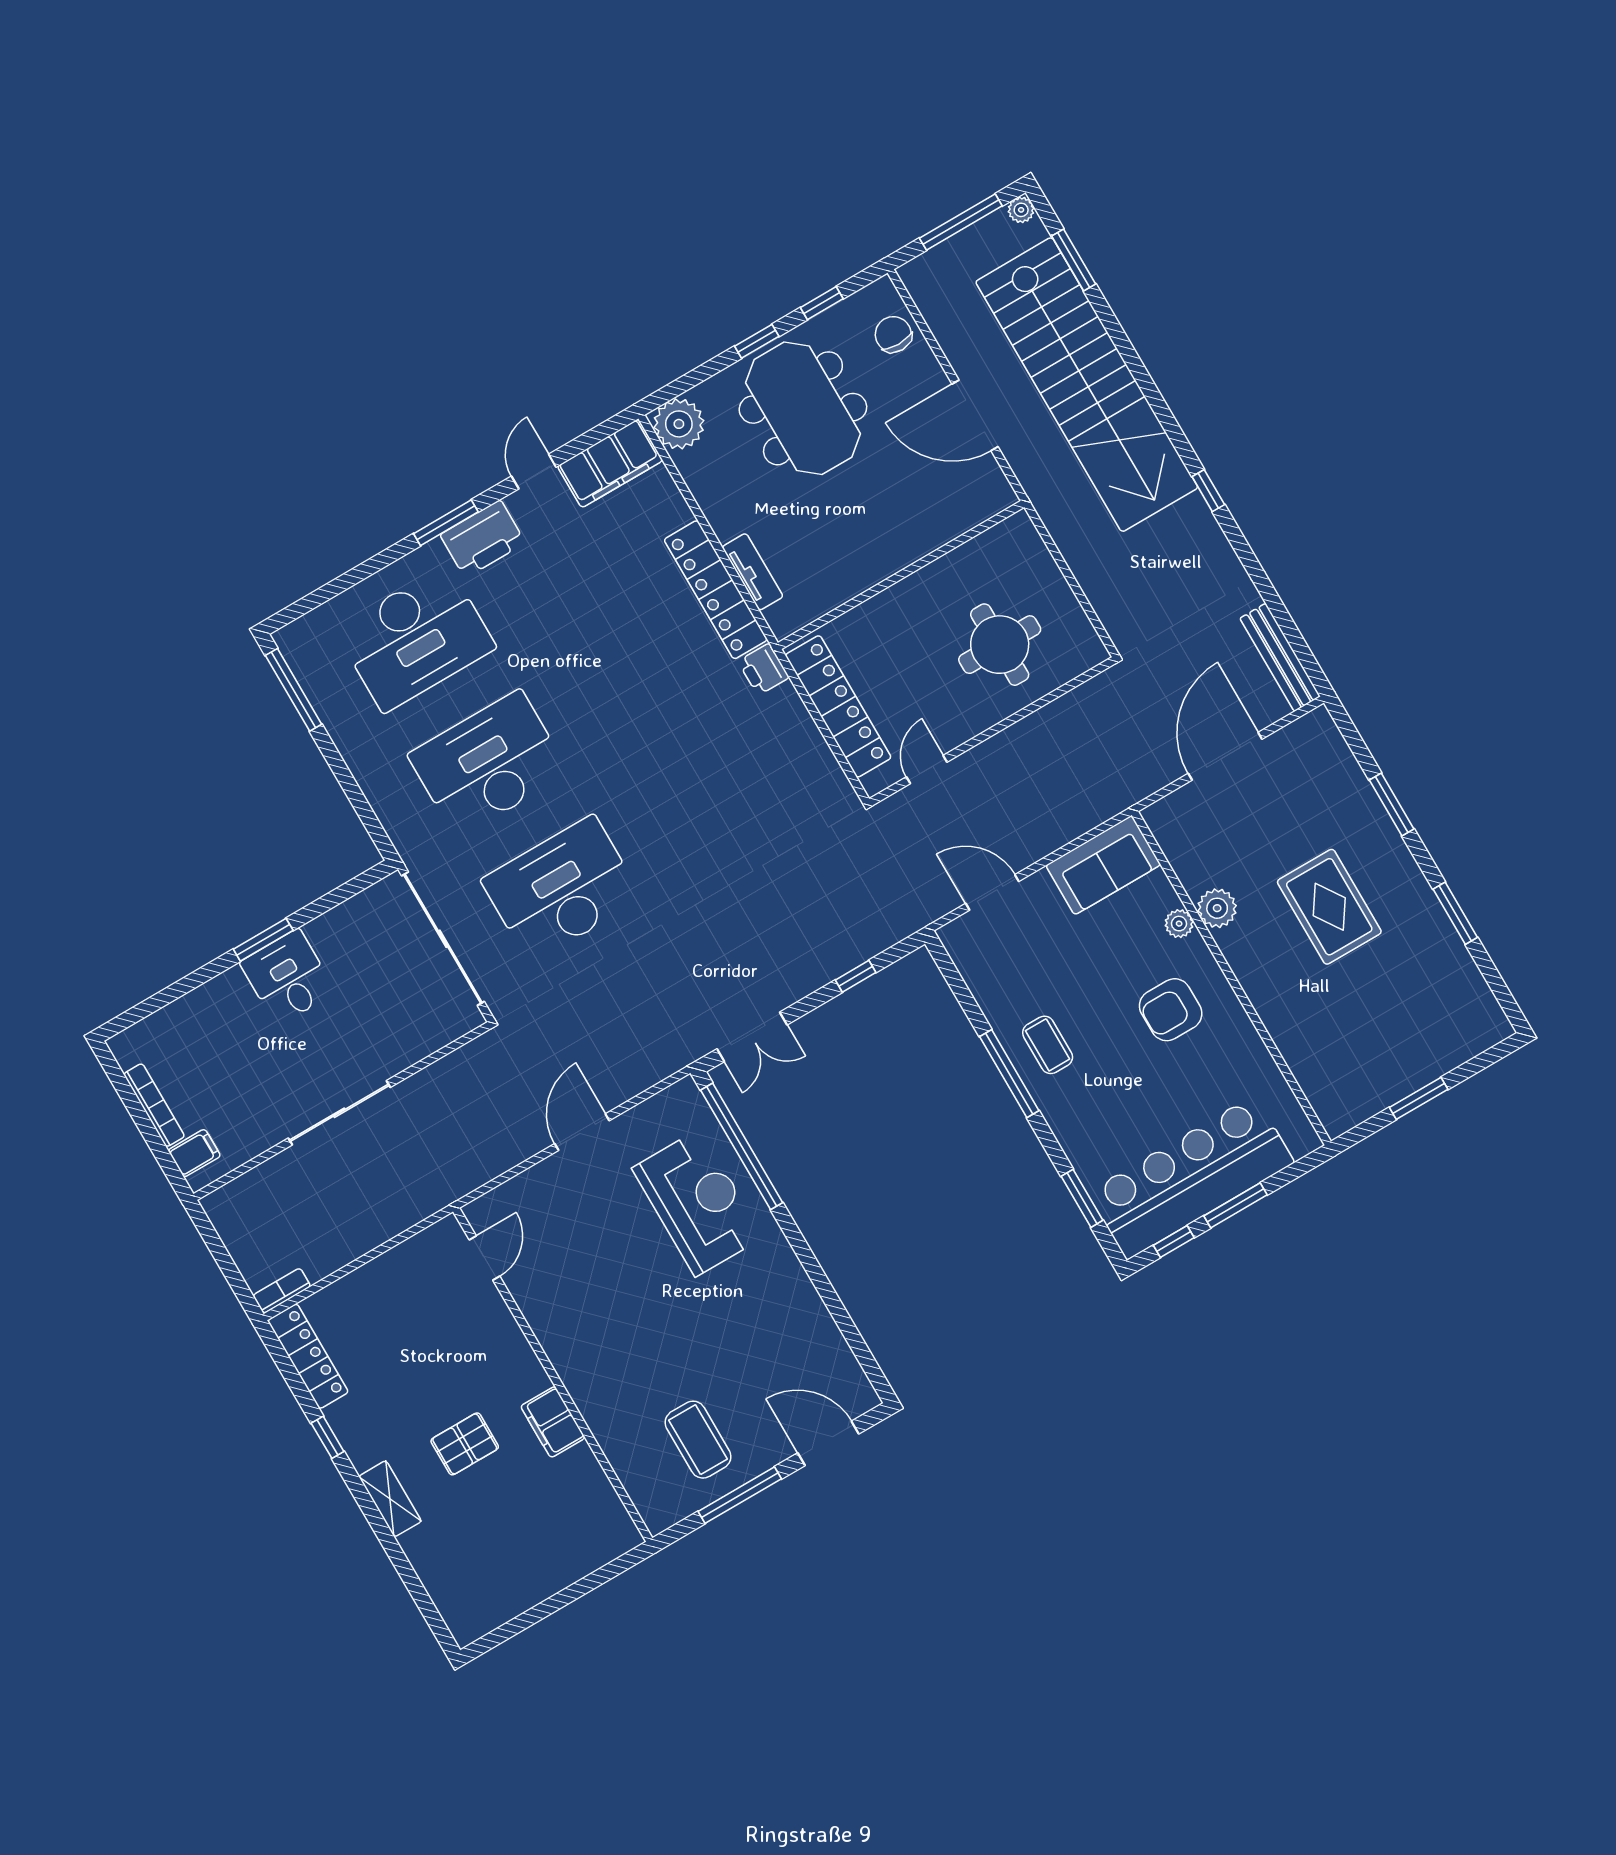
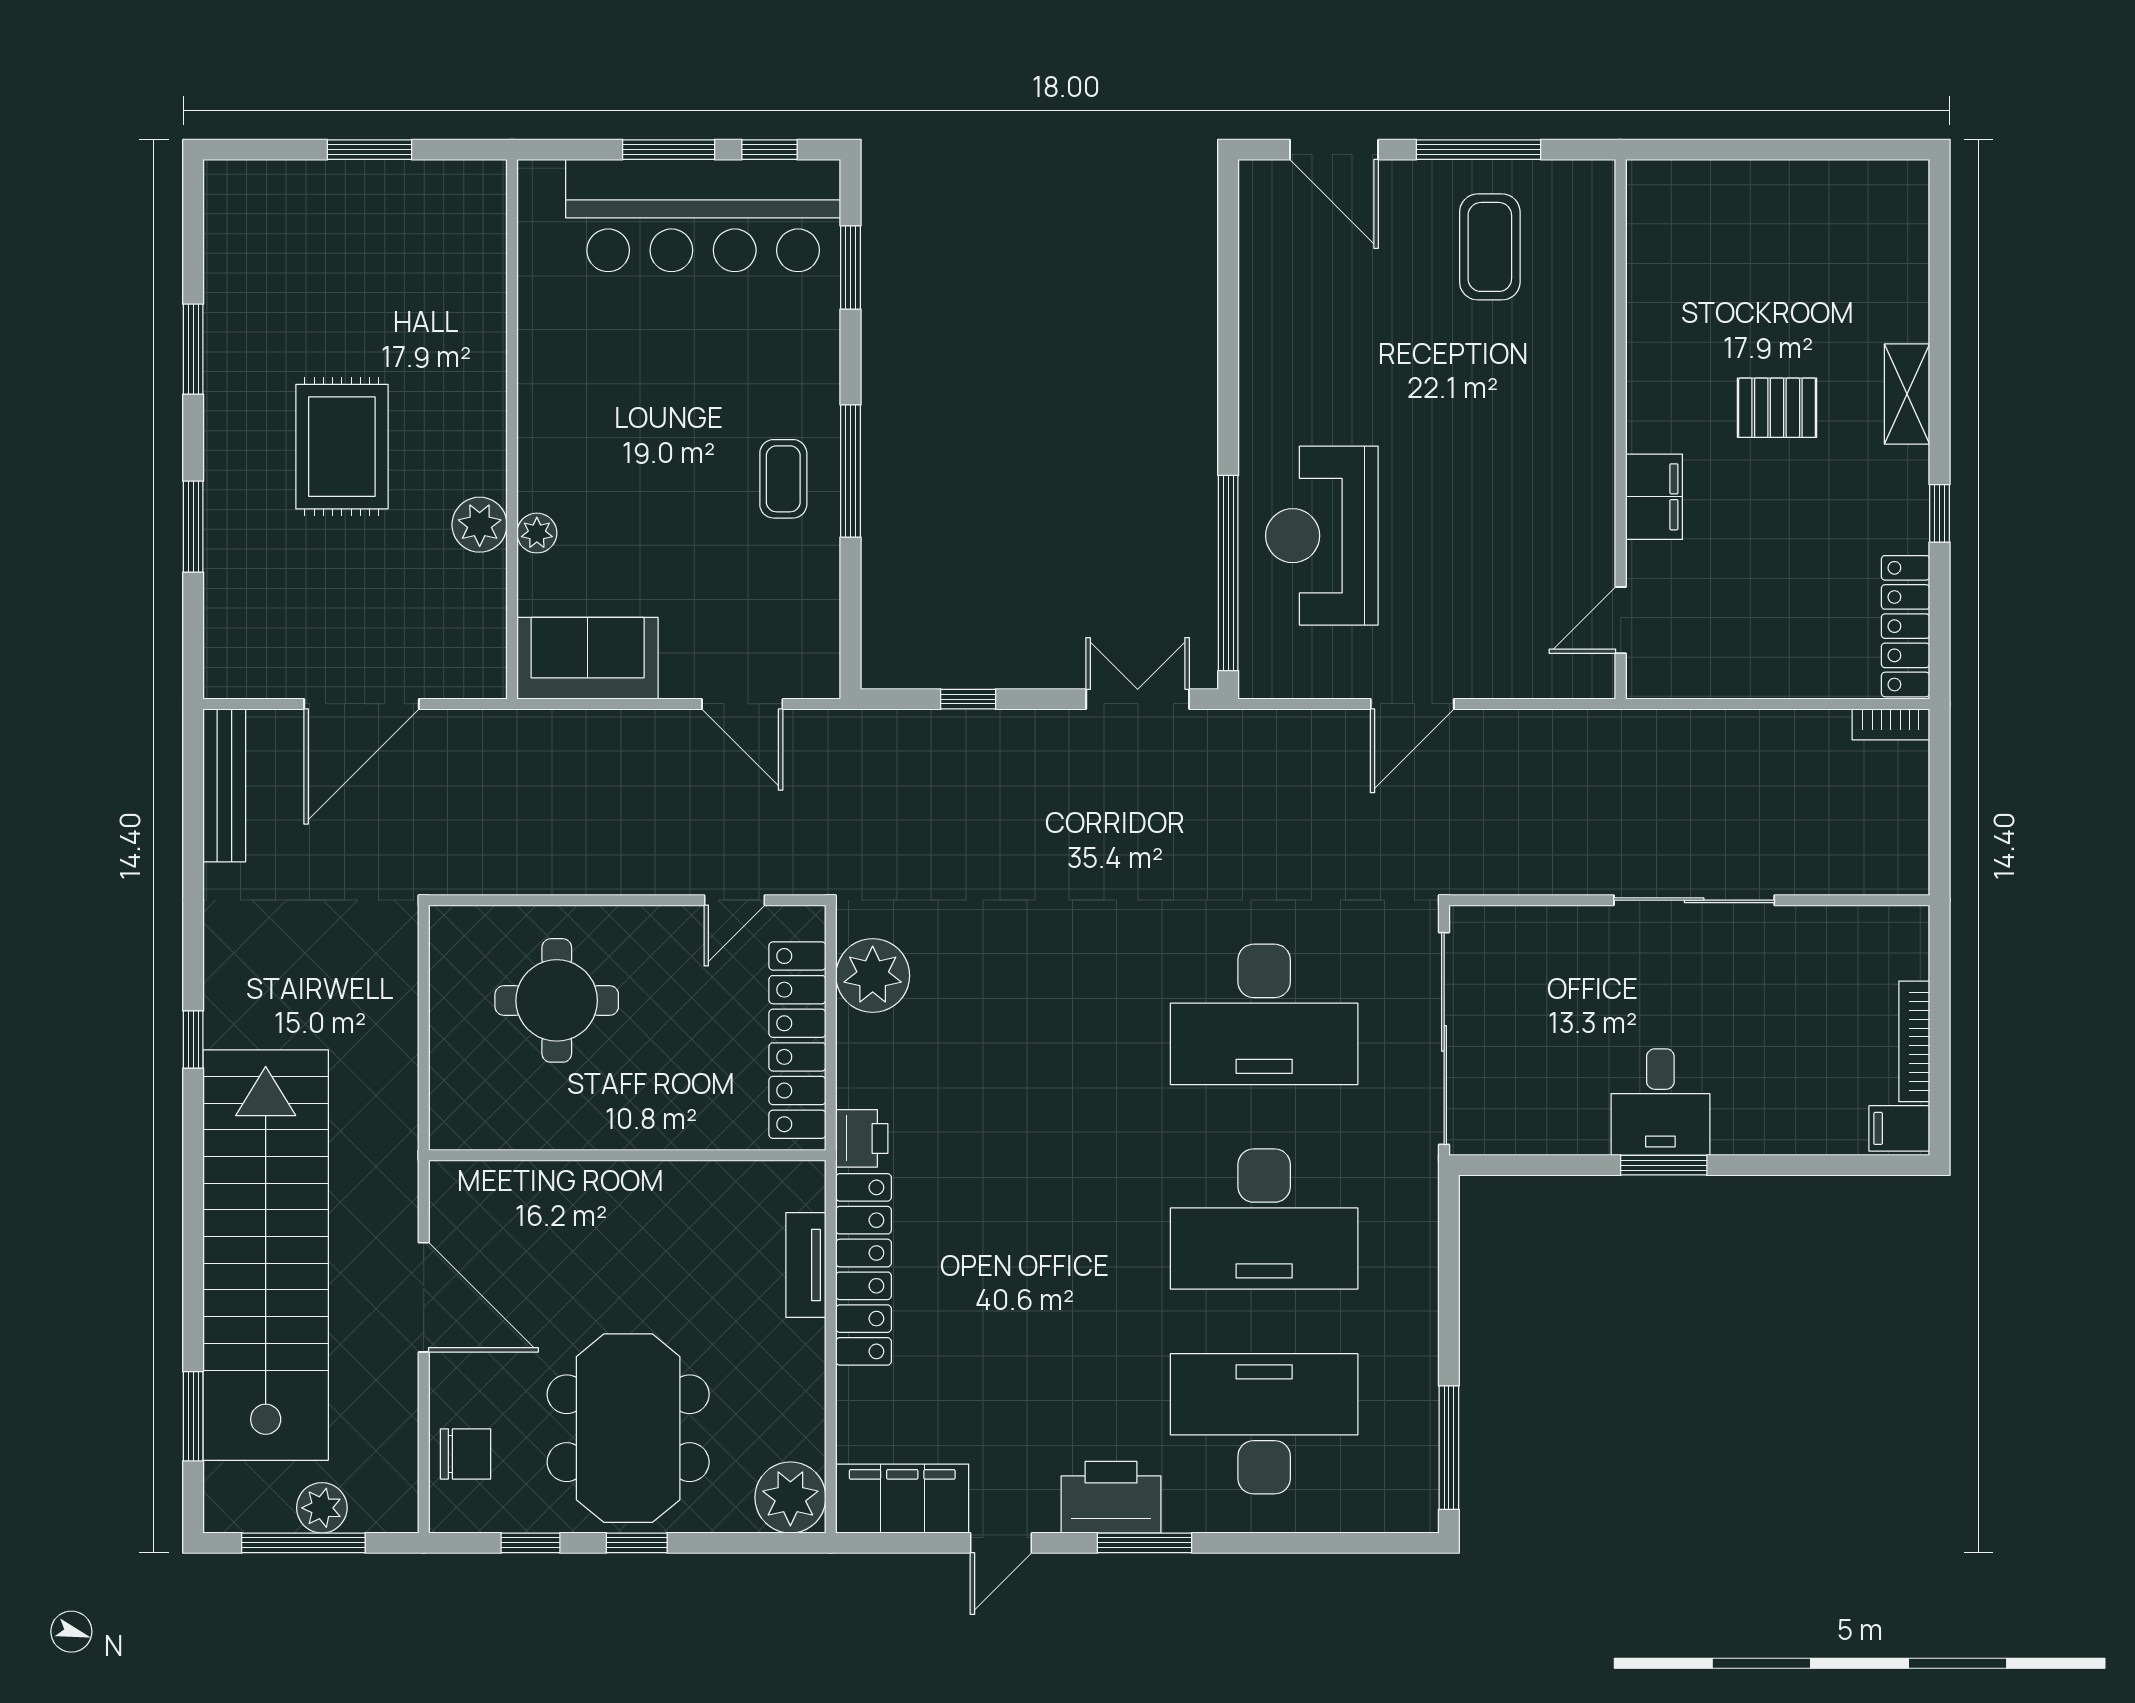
plant: (1021, 210) -> (322, 1508), moved, width x1.38, depth x1.38
chair: (893, 334) -> (466, 1454), turned -90
plant: (815, 773) -> (873, 976), added
armchair: (1171, 1010) -> (608, 434), removed
filing cabinet: (194, 1153) -> (1899, 1128), moved
filing cabinet: (553, 1422) -> (1654, 497), moved

